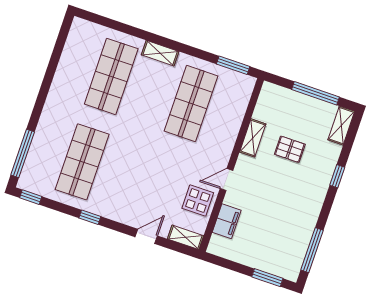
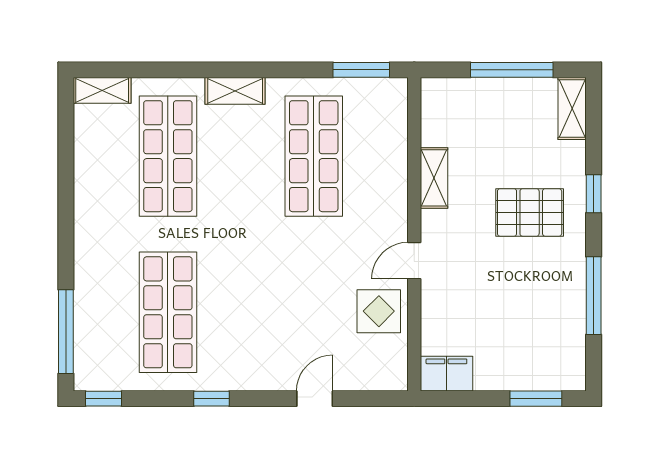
pallet: (290, 149) -> (530, 212), moved, width x1.50, depth x1.42
filing cabinet: (227, 221) -> (446, 374), moved, turned -90
shelving: (186, 237) -> (102, 90), moved
window: (312, 250) -> (594, 296), moved

